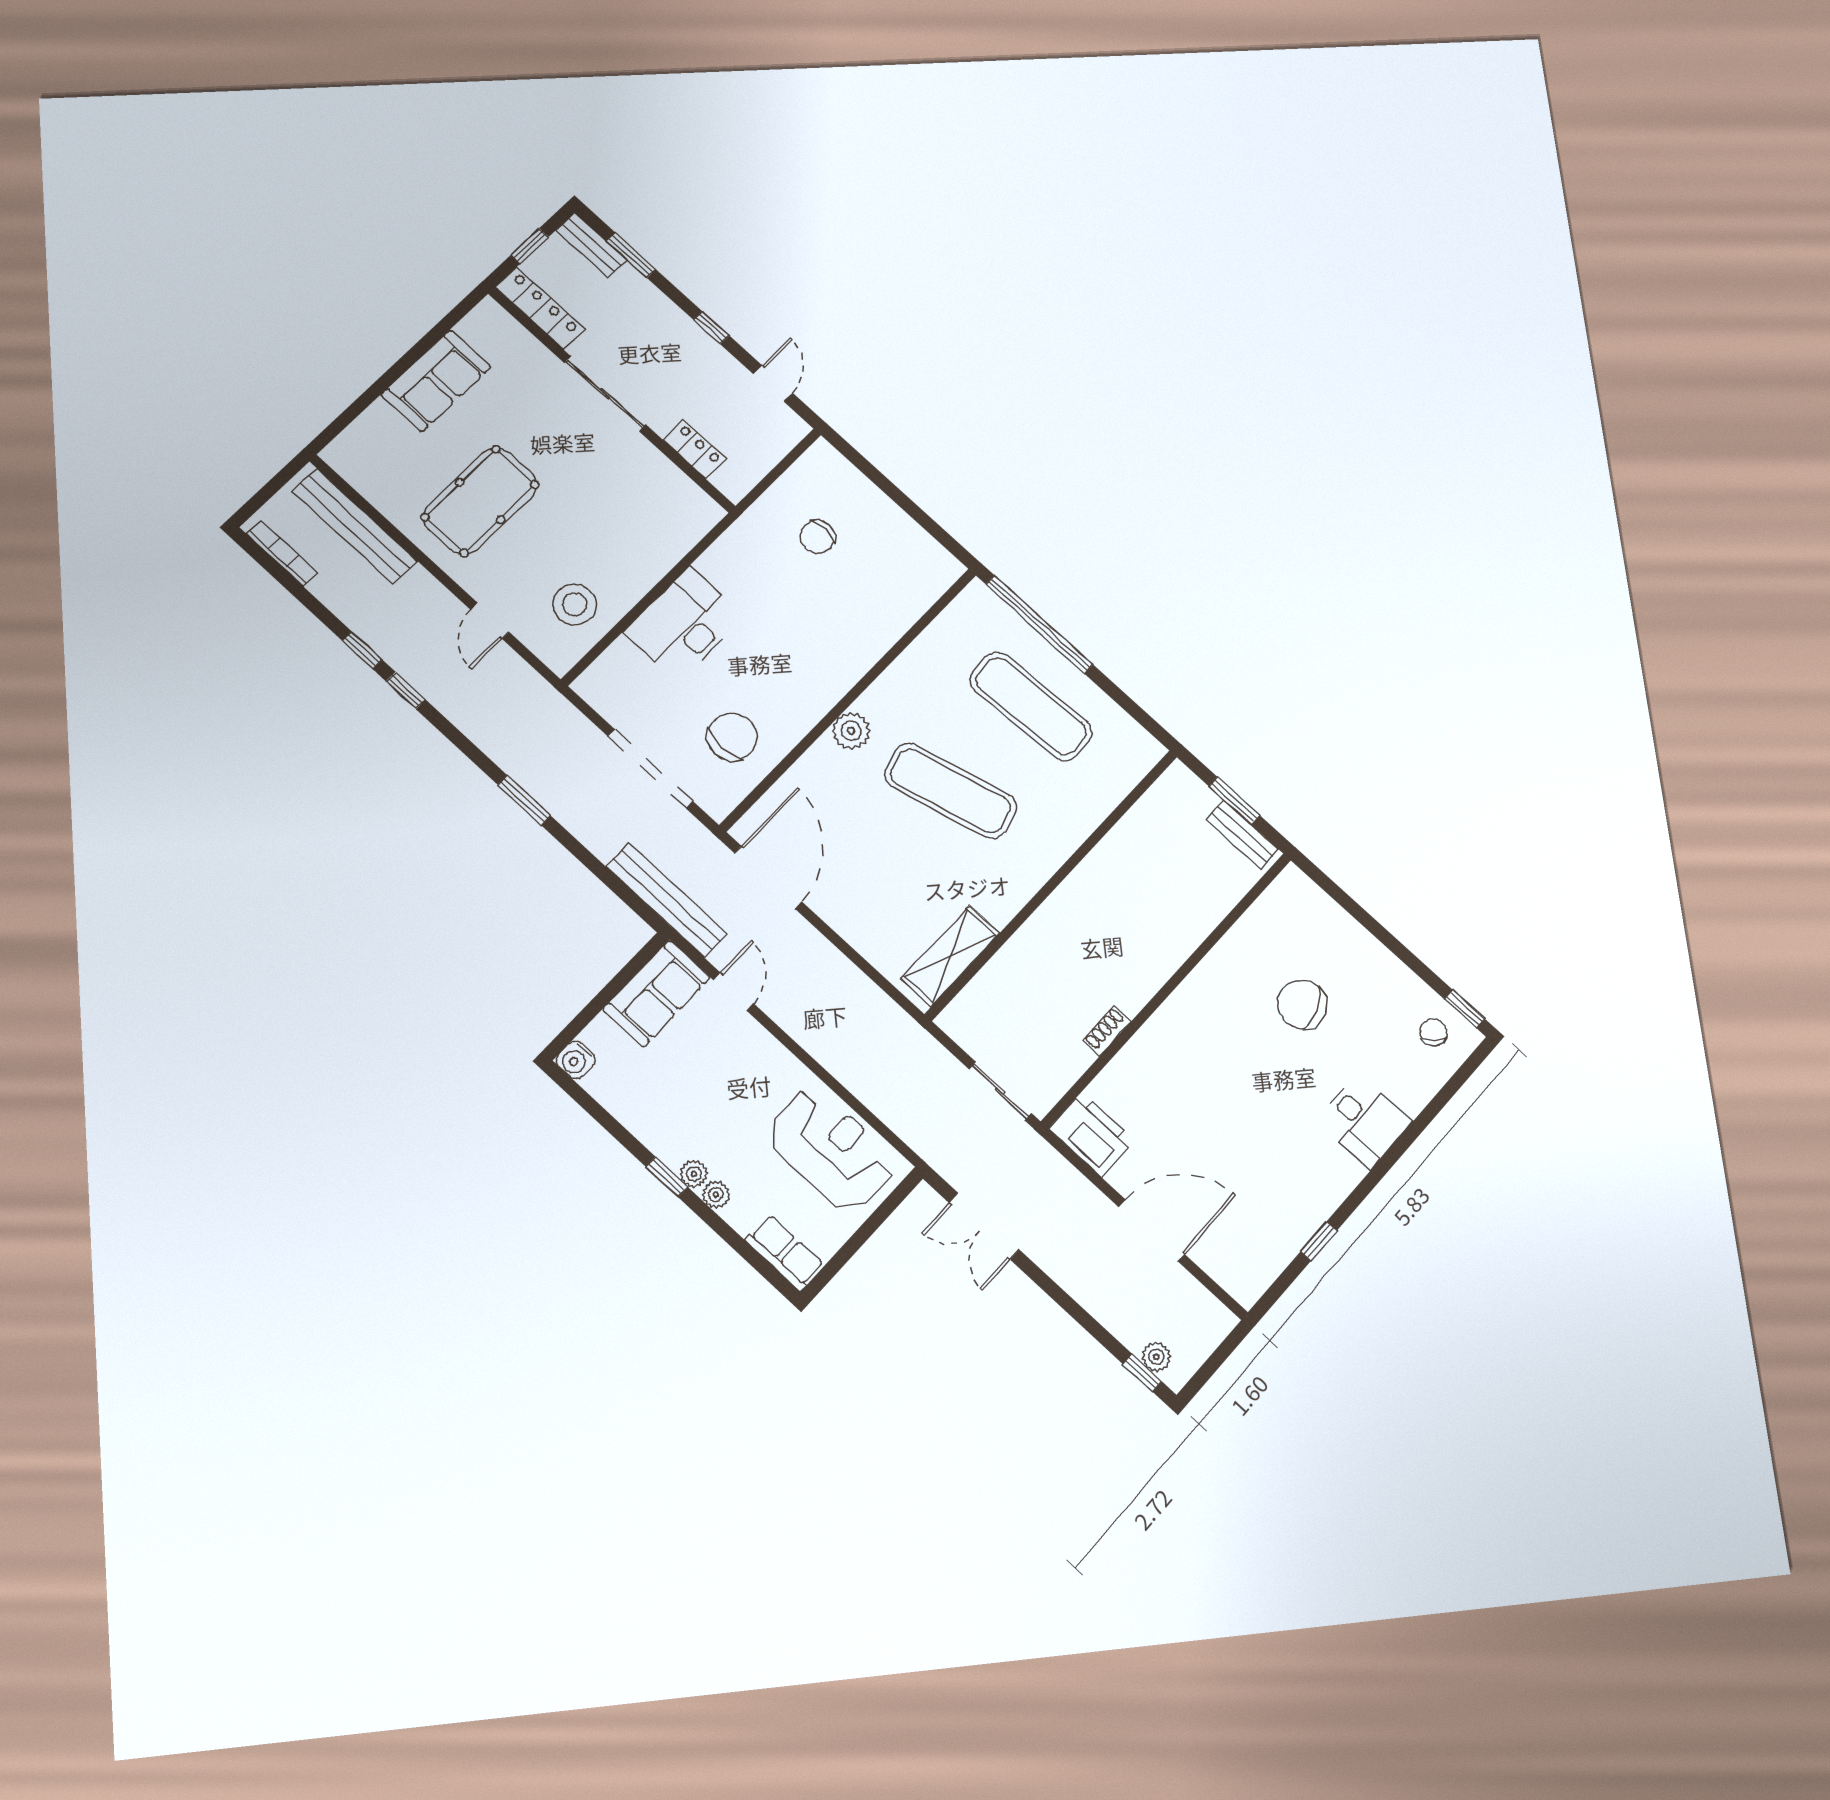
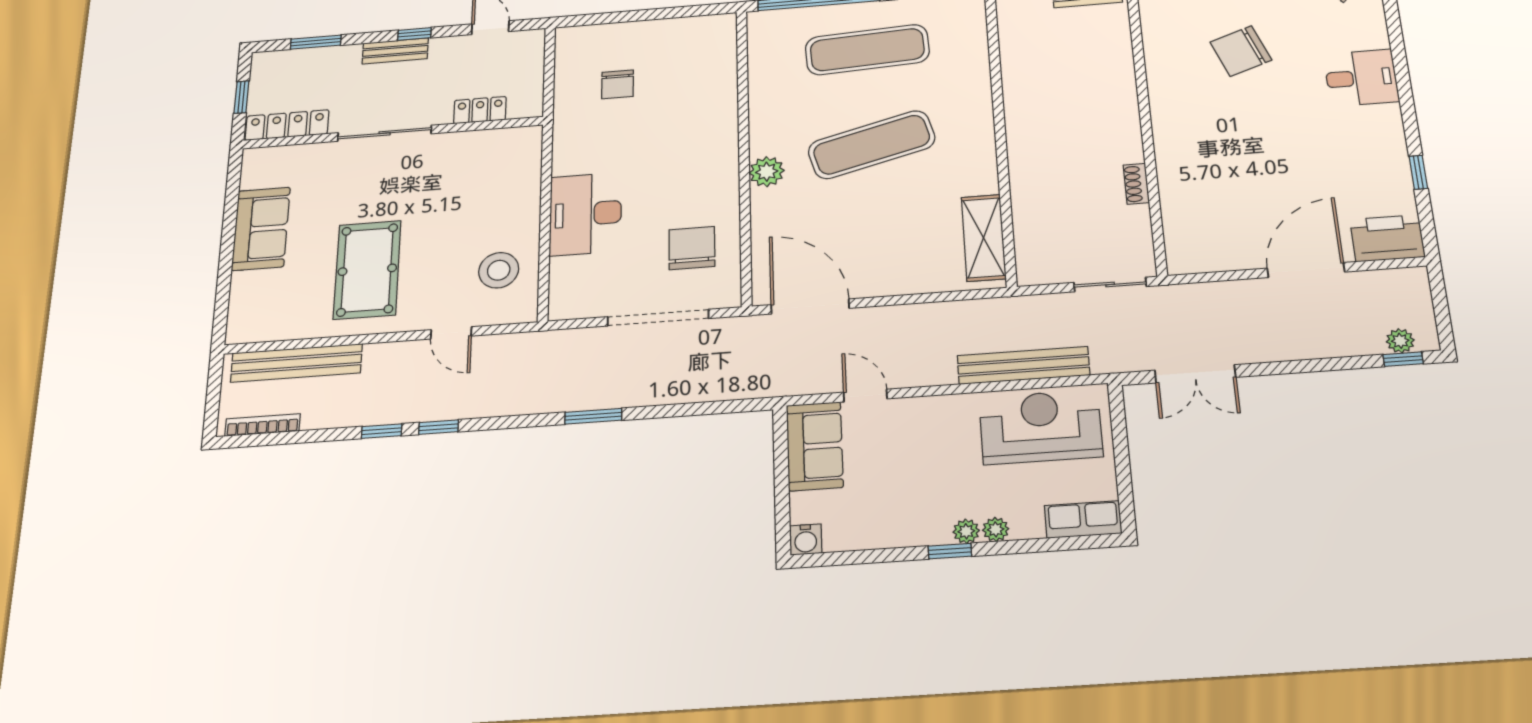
bench: (591, 245) -> (395, 51), moved
bench: (666, 900) -> (1023, 365), moved
printer: (1092, 1134) -> (1387, 238), moved

